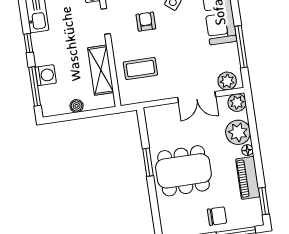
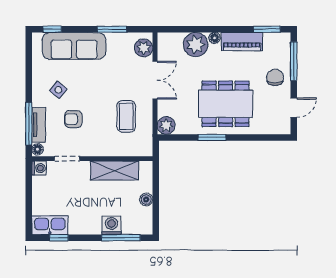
window: (28, 43) -> (59, 238), moved
window: (241, 47) -> (112, 29), width x0.69
coffee table: (140, 69) -> (126, 116), moved
plant: (237, 103) -> (166, 125), moved
dining table: (183, 171) -> (226, 104), turned 90

